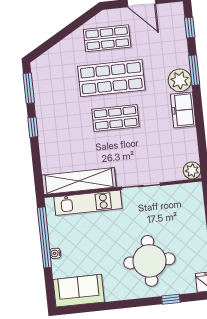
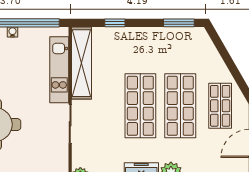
shop shelf: (116, 118) -> (140, 106), width x1.43, depth x1.36
window: (33, 127) -> (115, 23), moved

